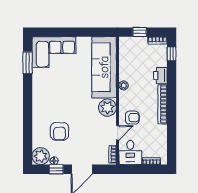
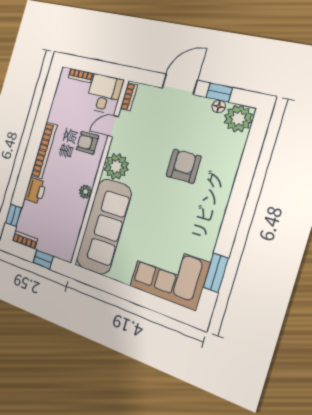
armchair: (60, 131) -> (184, 166), moved

